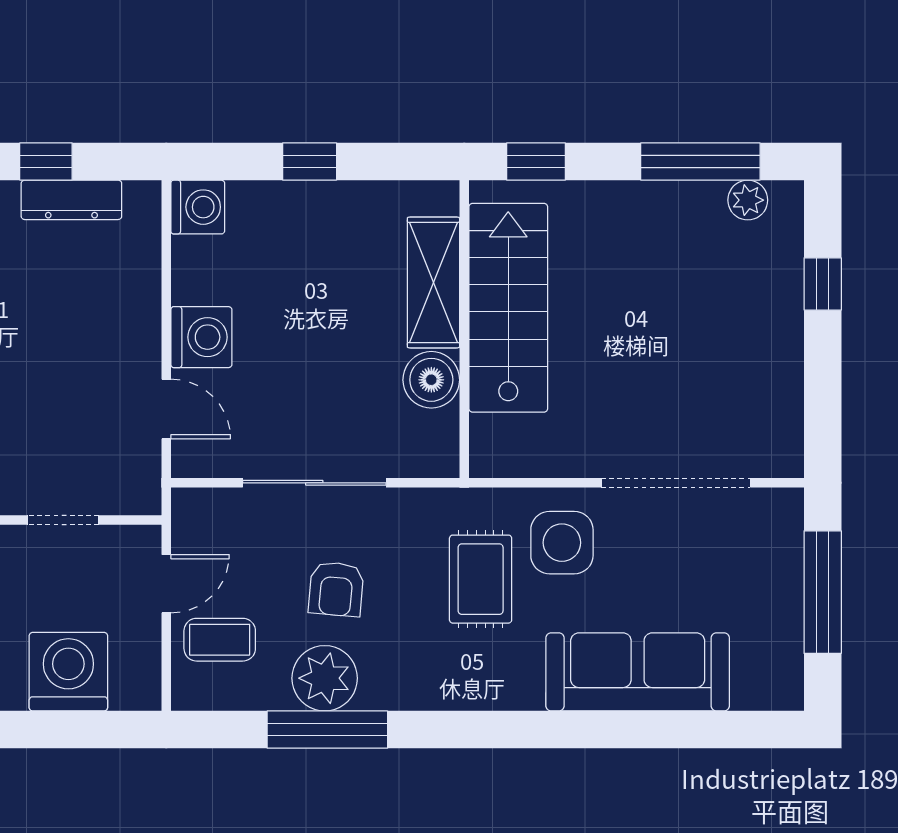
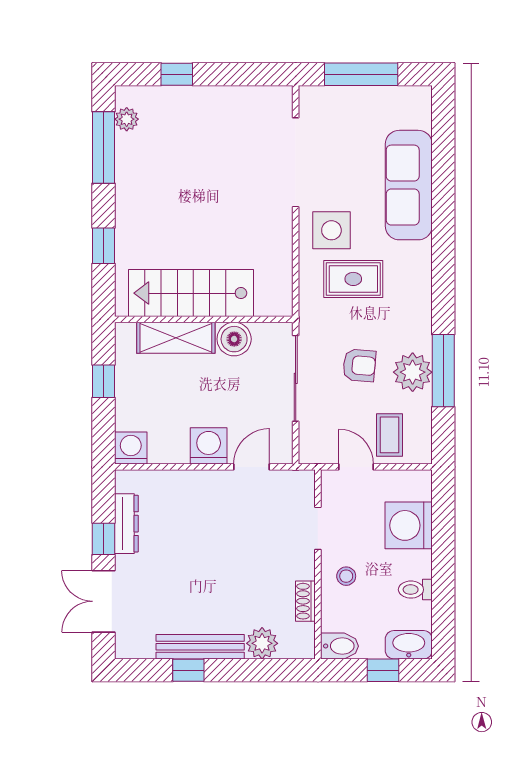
shelving: (433, 282) -> (176, 338), moved
stairs: (508, 308) -> (191, 293), moved
wall: (464, 329) -> (204, 319), moved
boiler: (431, 380) -> (234, 339), moved

